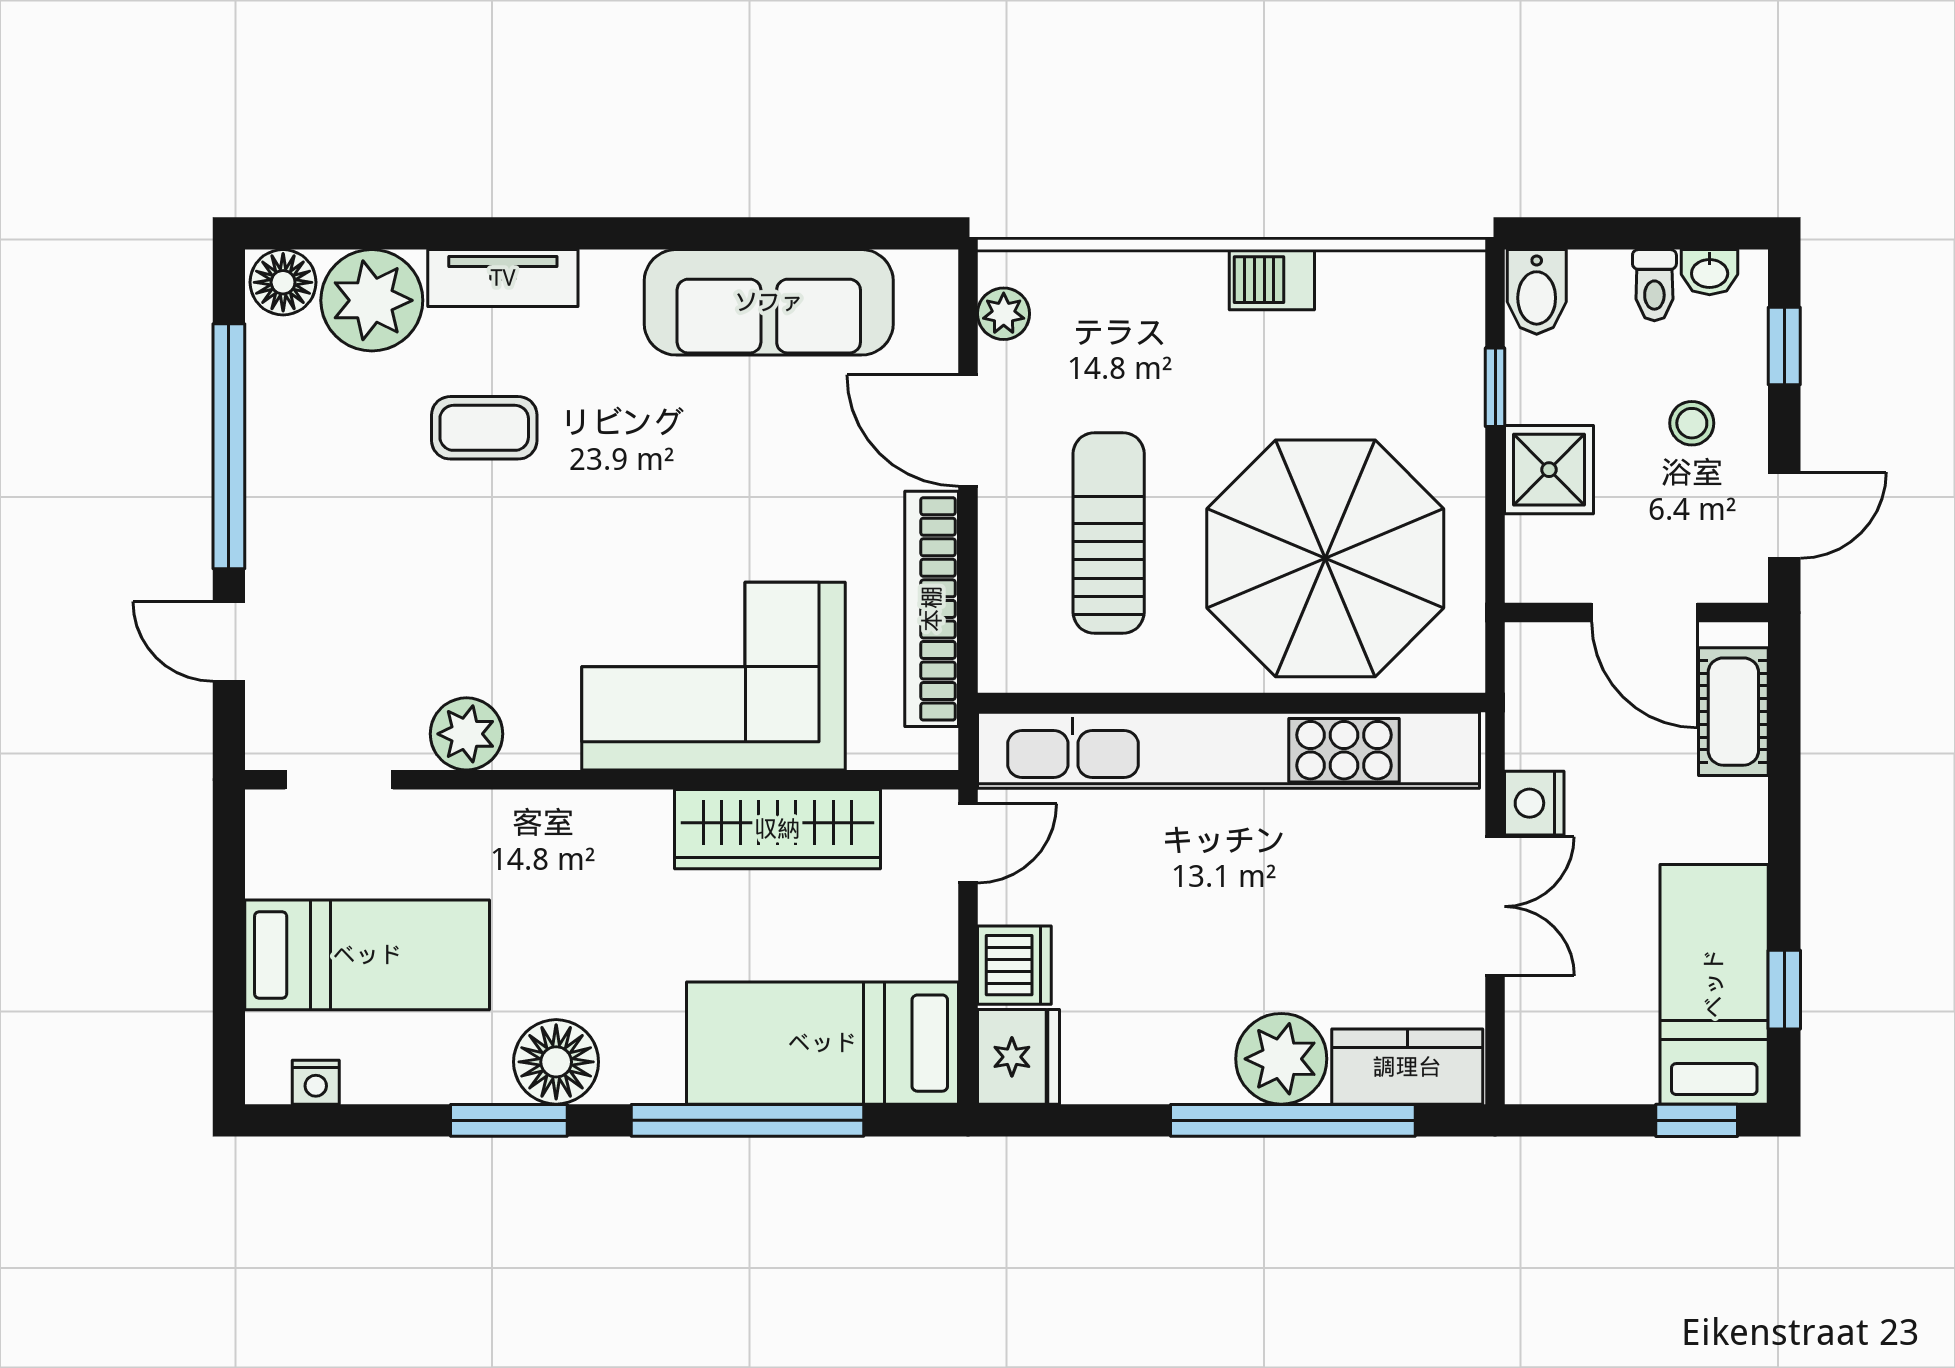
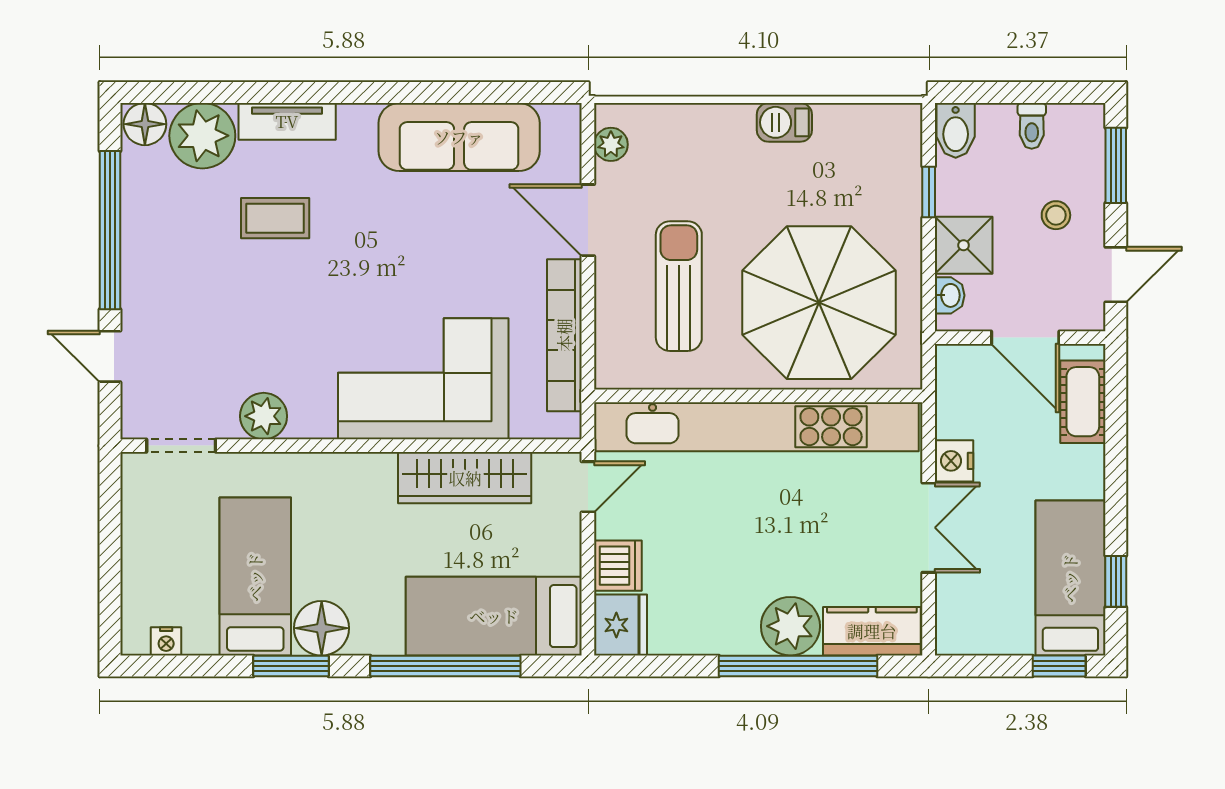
washbasin: (1710, 272) -> (950, 295), moved, turned -90
window: (1784, 346) -> (1116, 165), width x1.50
bed: (367, 955) -> (255, 577), moved, turned -90

